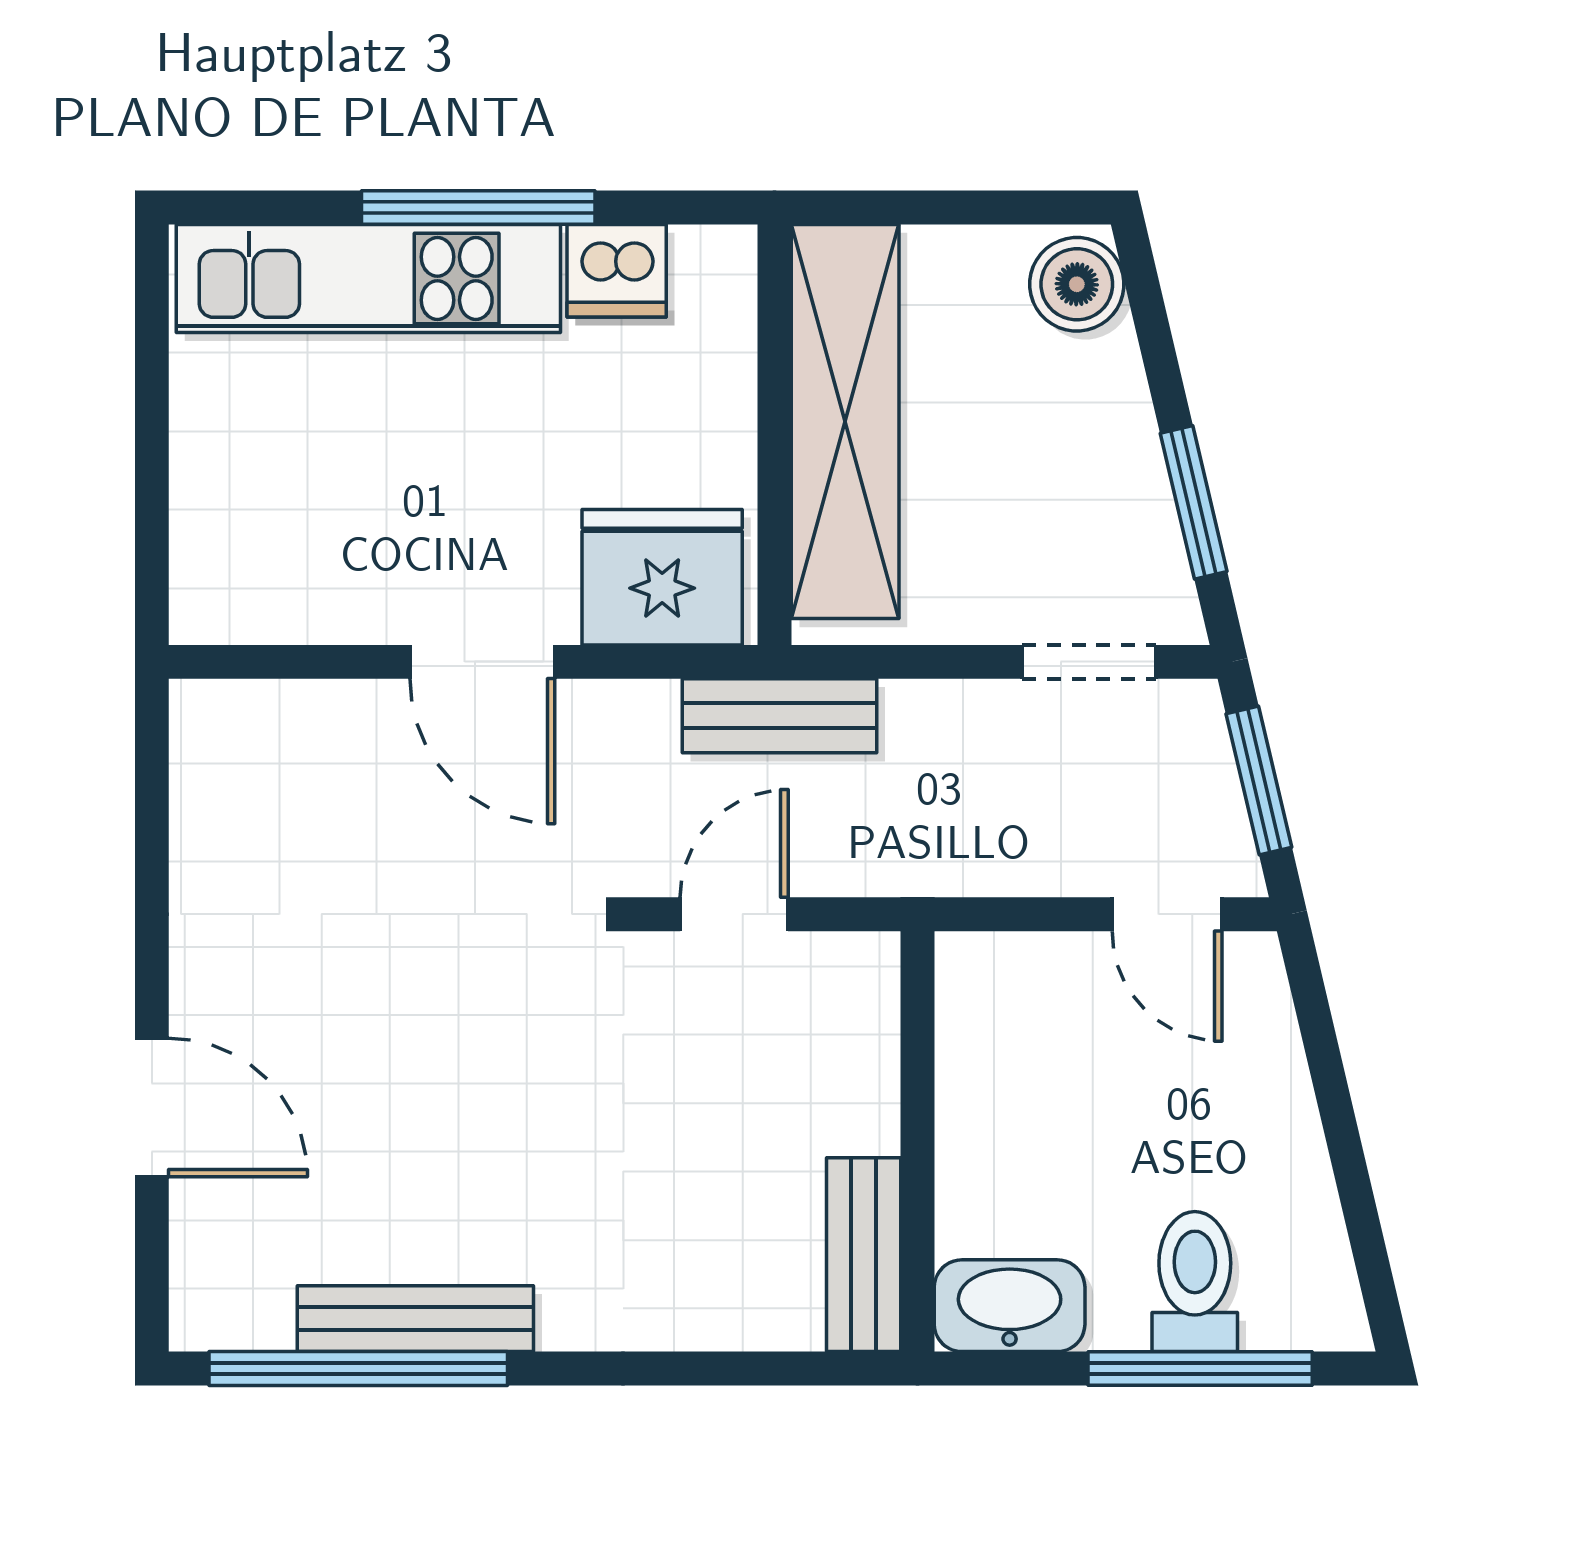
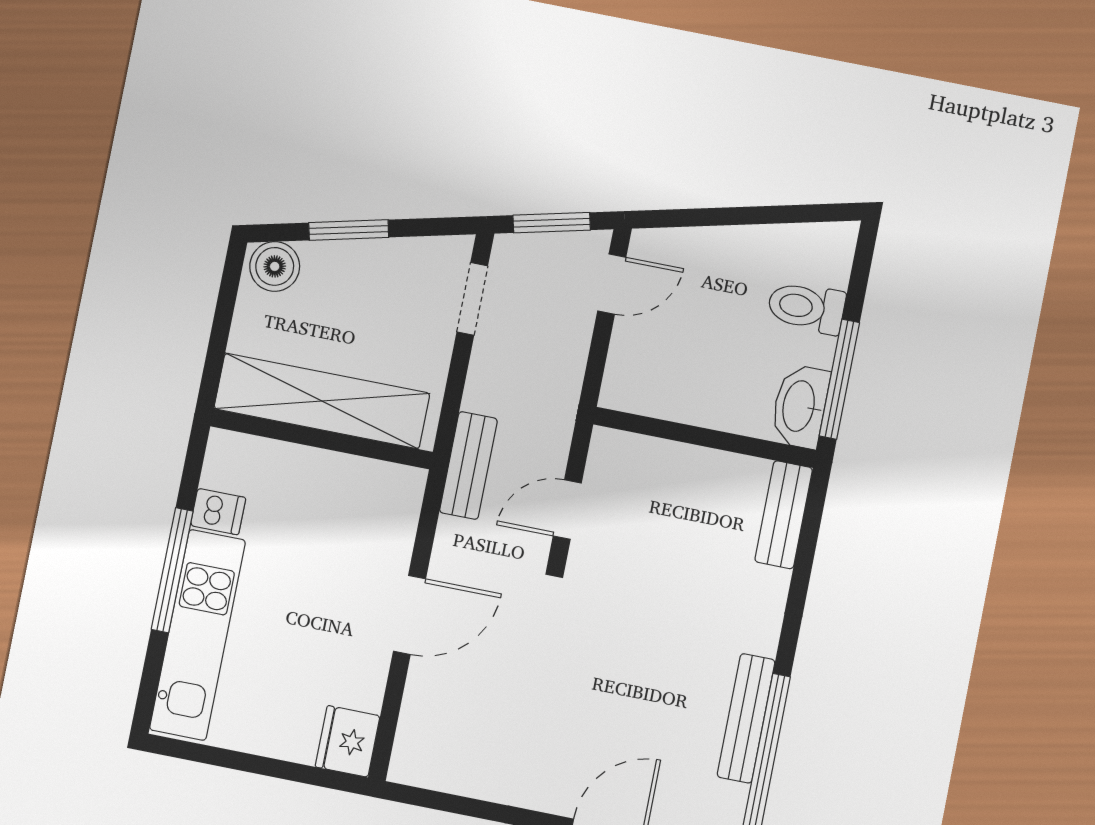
dishwasher: (617, 271) -> (218, 512), width x0.73
window: (1194, 502) -> (349, 230), moved
fridge: (662, 577) -> (348, 741), moved, width x0.73, depth x0.75
door: (734, 914) -> (567, 510), hinge flipped
bench: (864, 1255) -> (784, 515), moved, turned 90
window: (1200, 1369) -> (839, 379), moved

